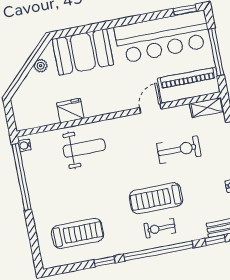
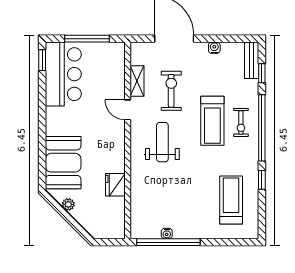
bar counter: (163, 37) -> (63, 74), width x0.73
piano: (189, 85) -> (113, 70), removed
shelving: (207, 107) -> (137, 81), moved
water cooler: (25, 145) -> (167, 234), moved
weight bench: (84, 148) -> (162, 142), moved

